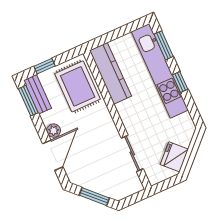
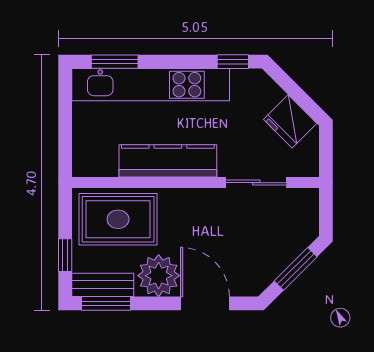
kitchen counter: (110, 73) -> (168, 161), moved
window: (180, 82) -> (233, 62), moved
plant: (54, 131) -> (159, 276), width x1.88, depth x1.88

